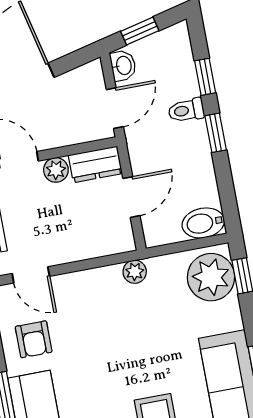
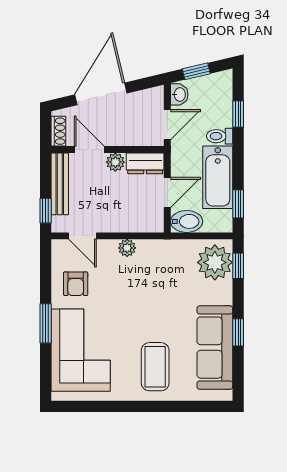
window: (216, 133) -> (238, 204), moved
bathtub: (194, 165) -> (218, 177), added
bidet: (203, 223) -> (187, 221), moved, turned 180
plant: (135, 272) -> (127, 248), moved

